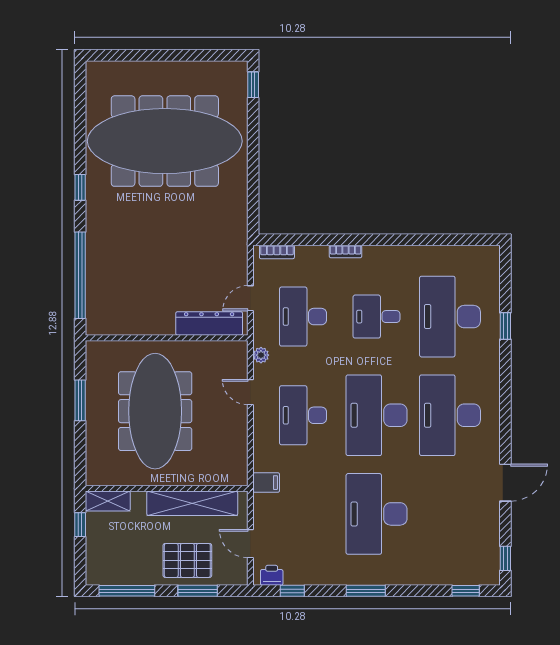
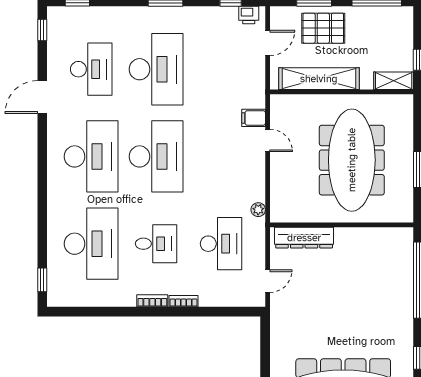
bookcase: (277, 252) -> (152, 301), moved
door: (250, 298) -> (268, 281), moved
window: (505, 326) -> (42, 280), moved
door: (250, 392) -> (268, 140), moved
desk: (303, 415) -> (91, 69), moved
filing cabinet: (266, 483) -> (254, 118), moved
door: (250, 544) -> (268, 43), hinge flipped

